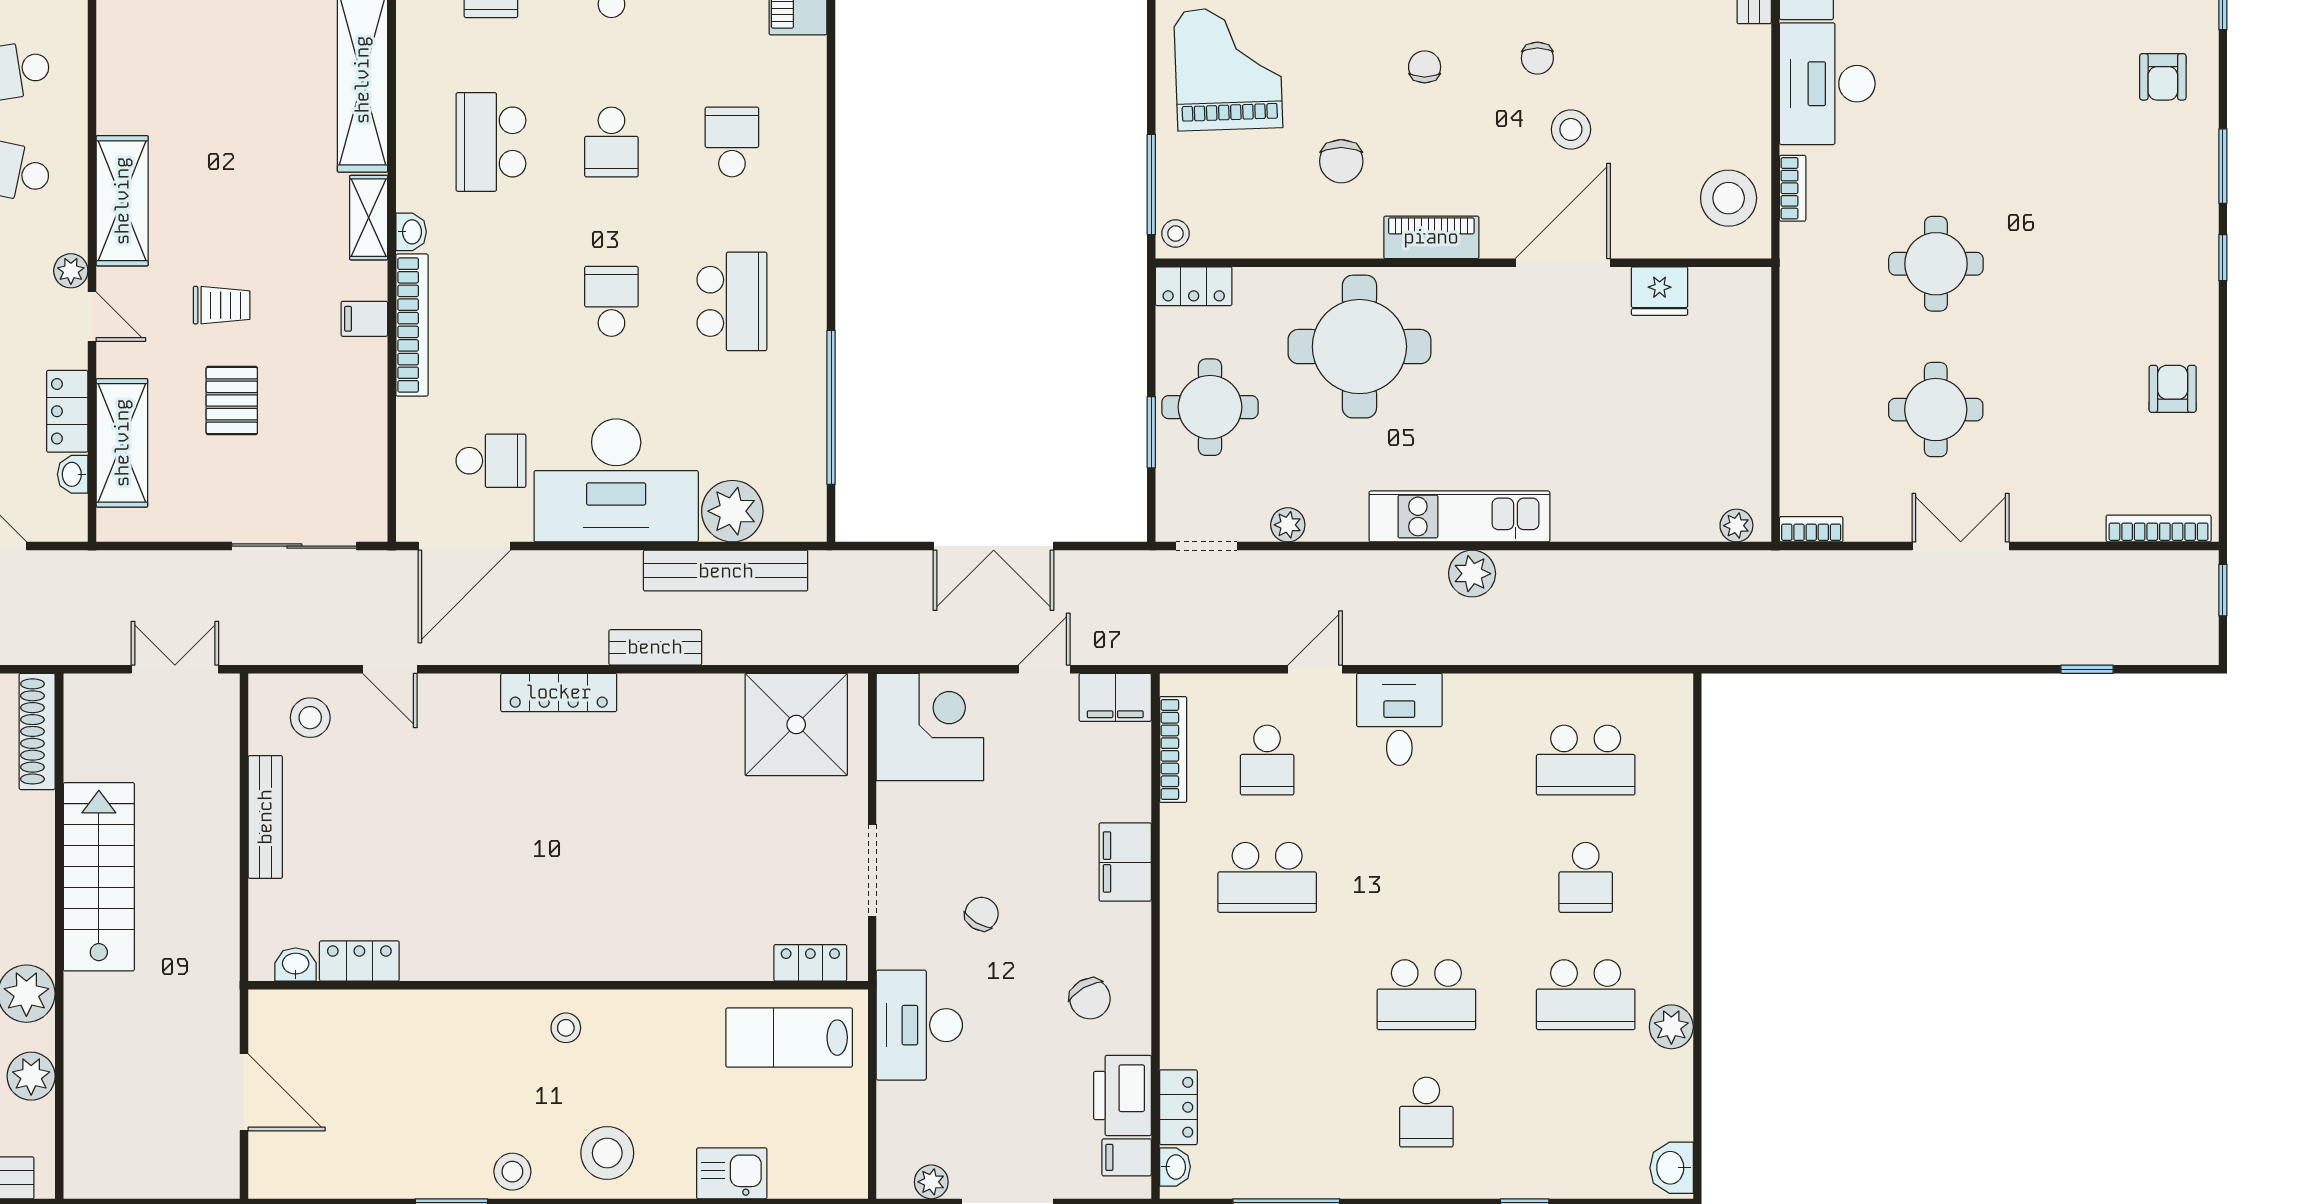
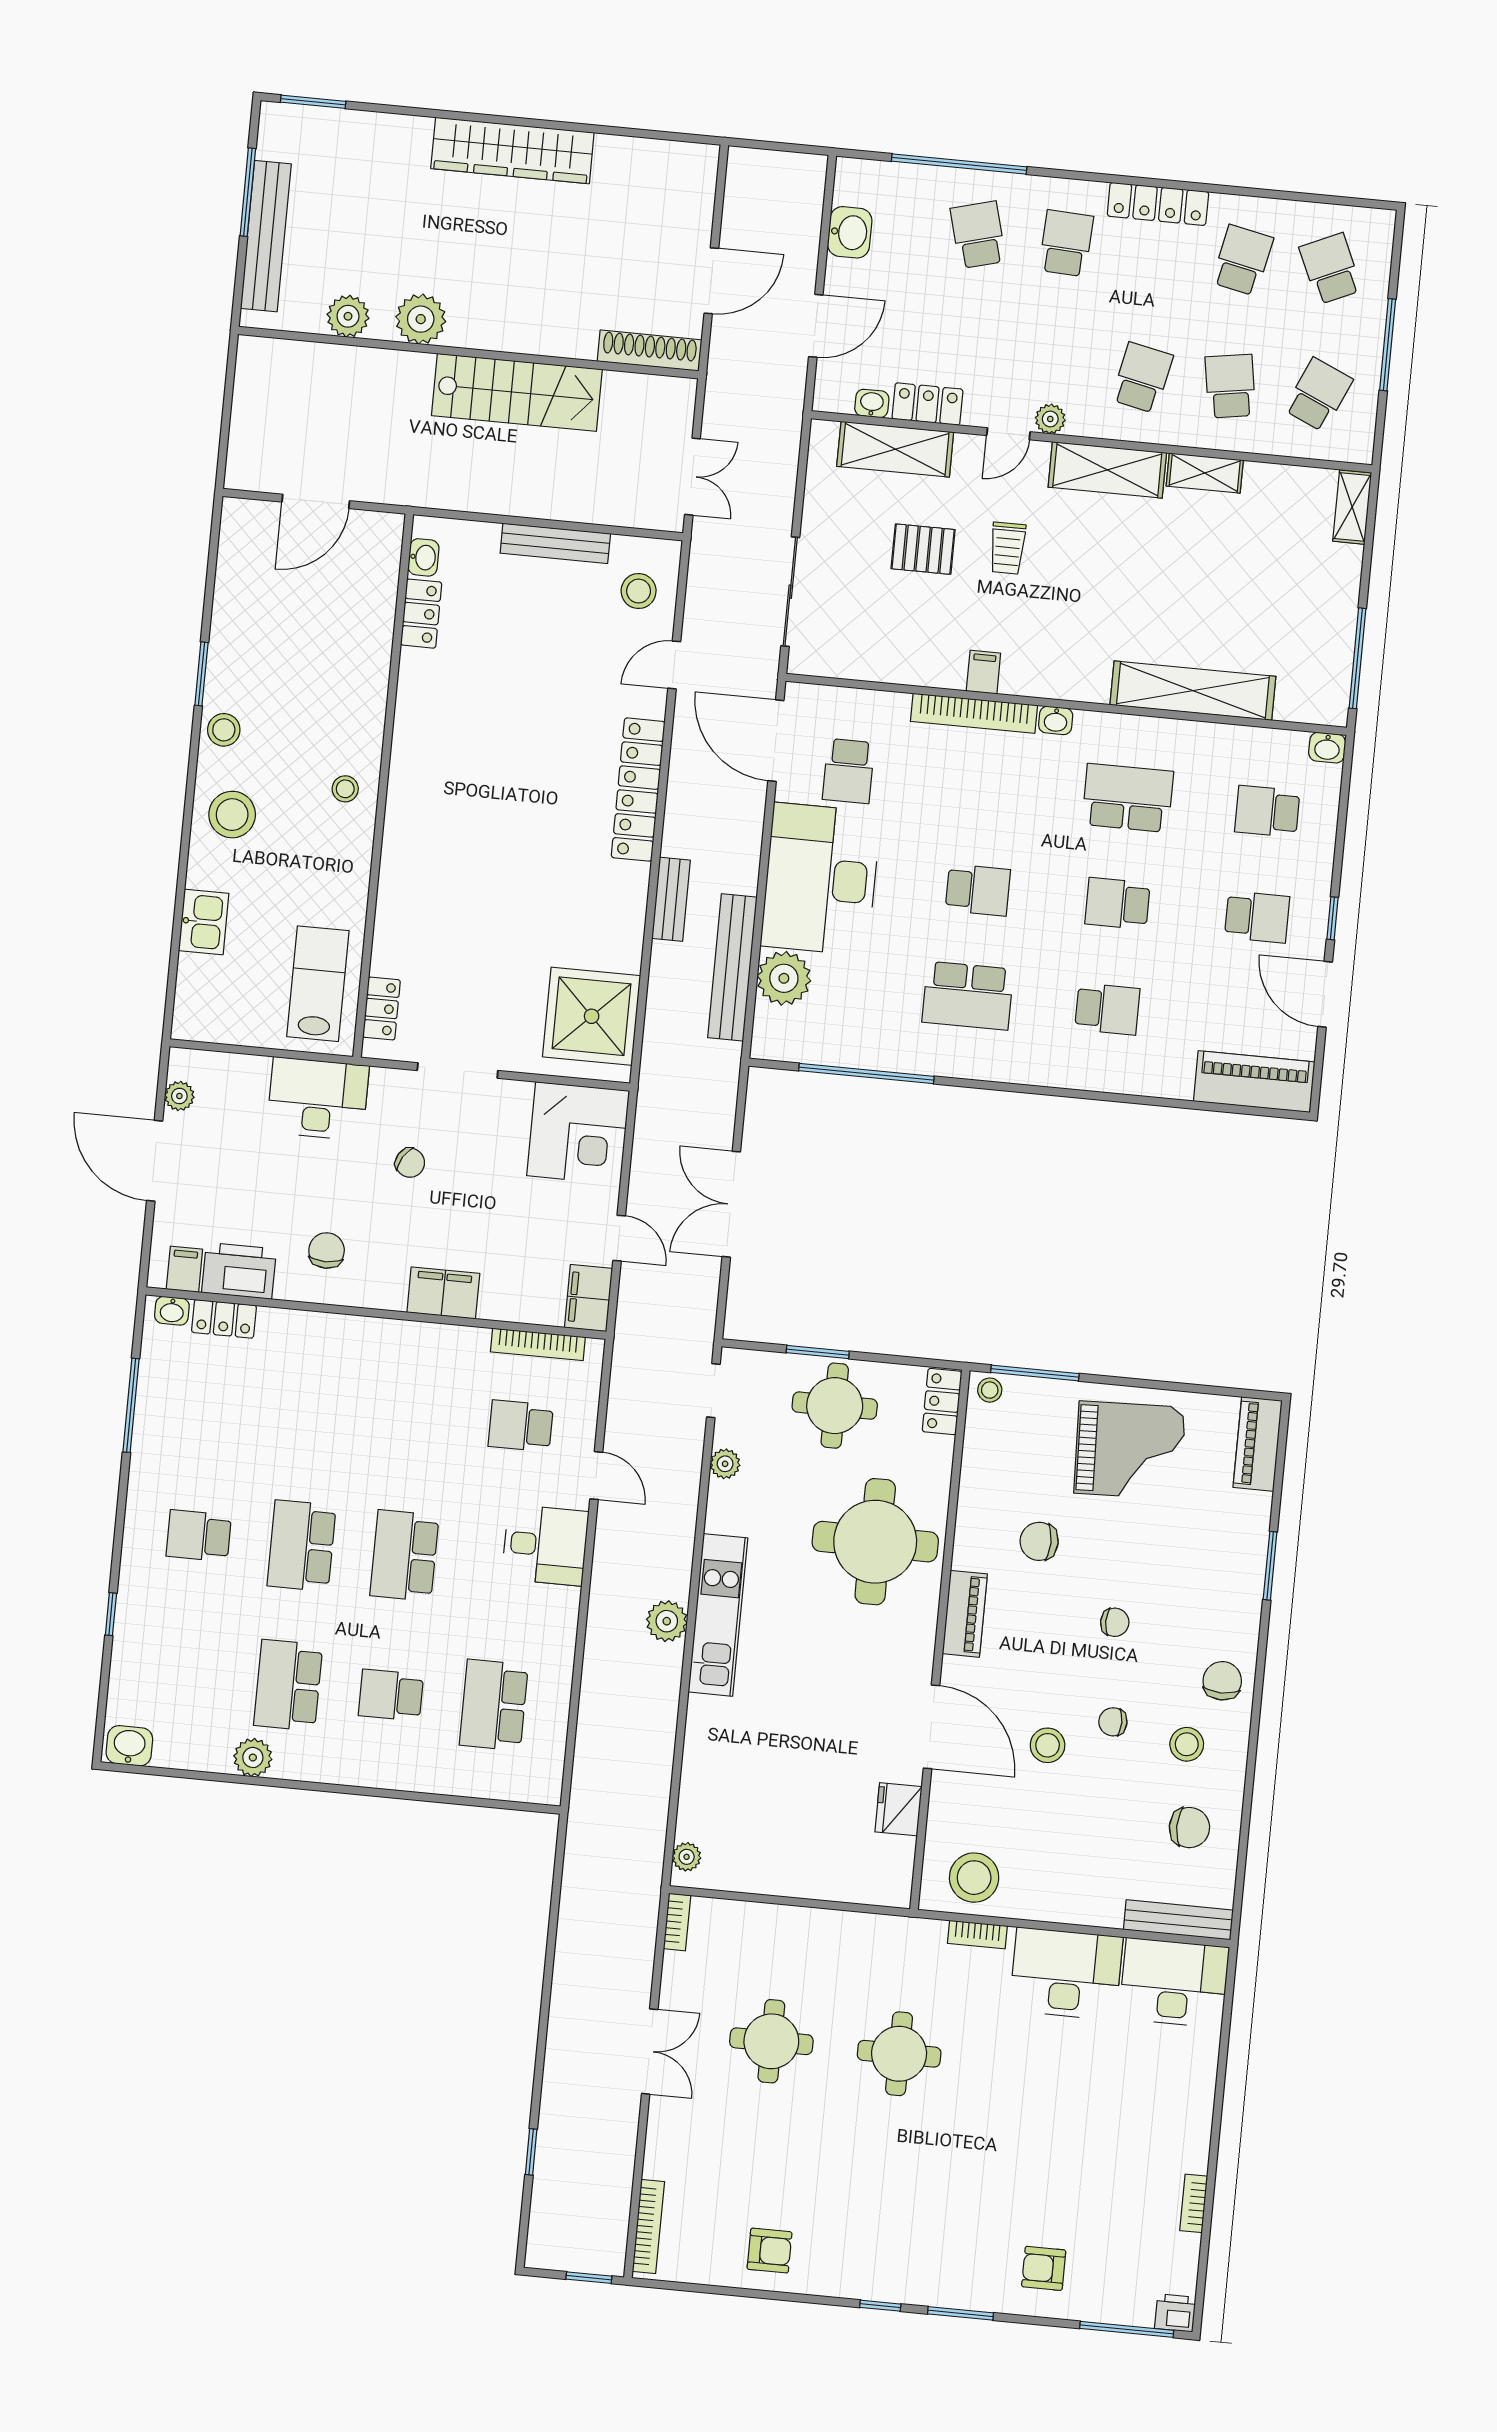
shelving: (369, 218) -> (1205, 473), moved
locker: (559, 692) -> (638, 790), width x1.41, depth x1.21
school desk: (1267, 877) -> (404, 1556), moved
chair: (1090, 999) -> (327, 1251), turned 120

